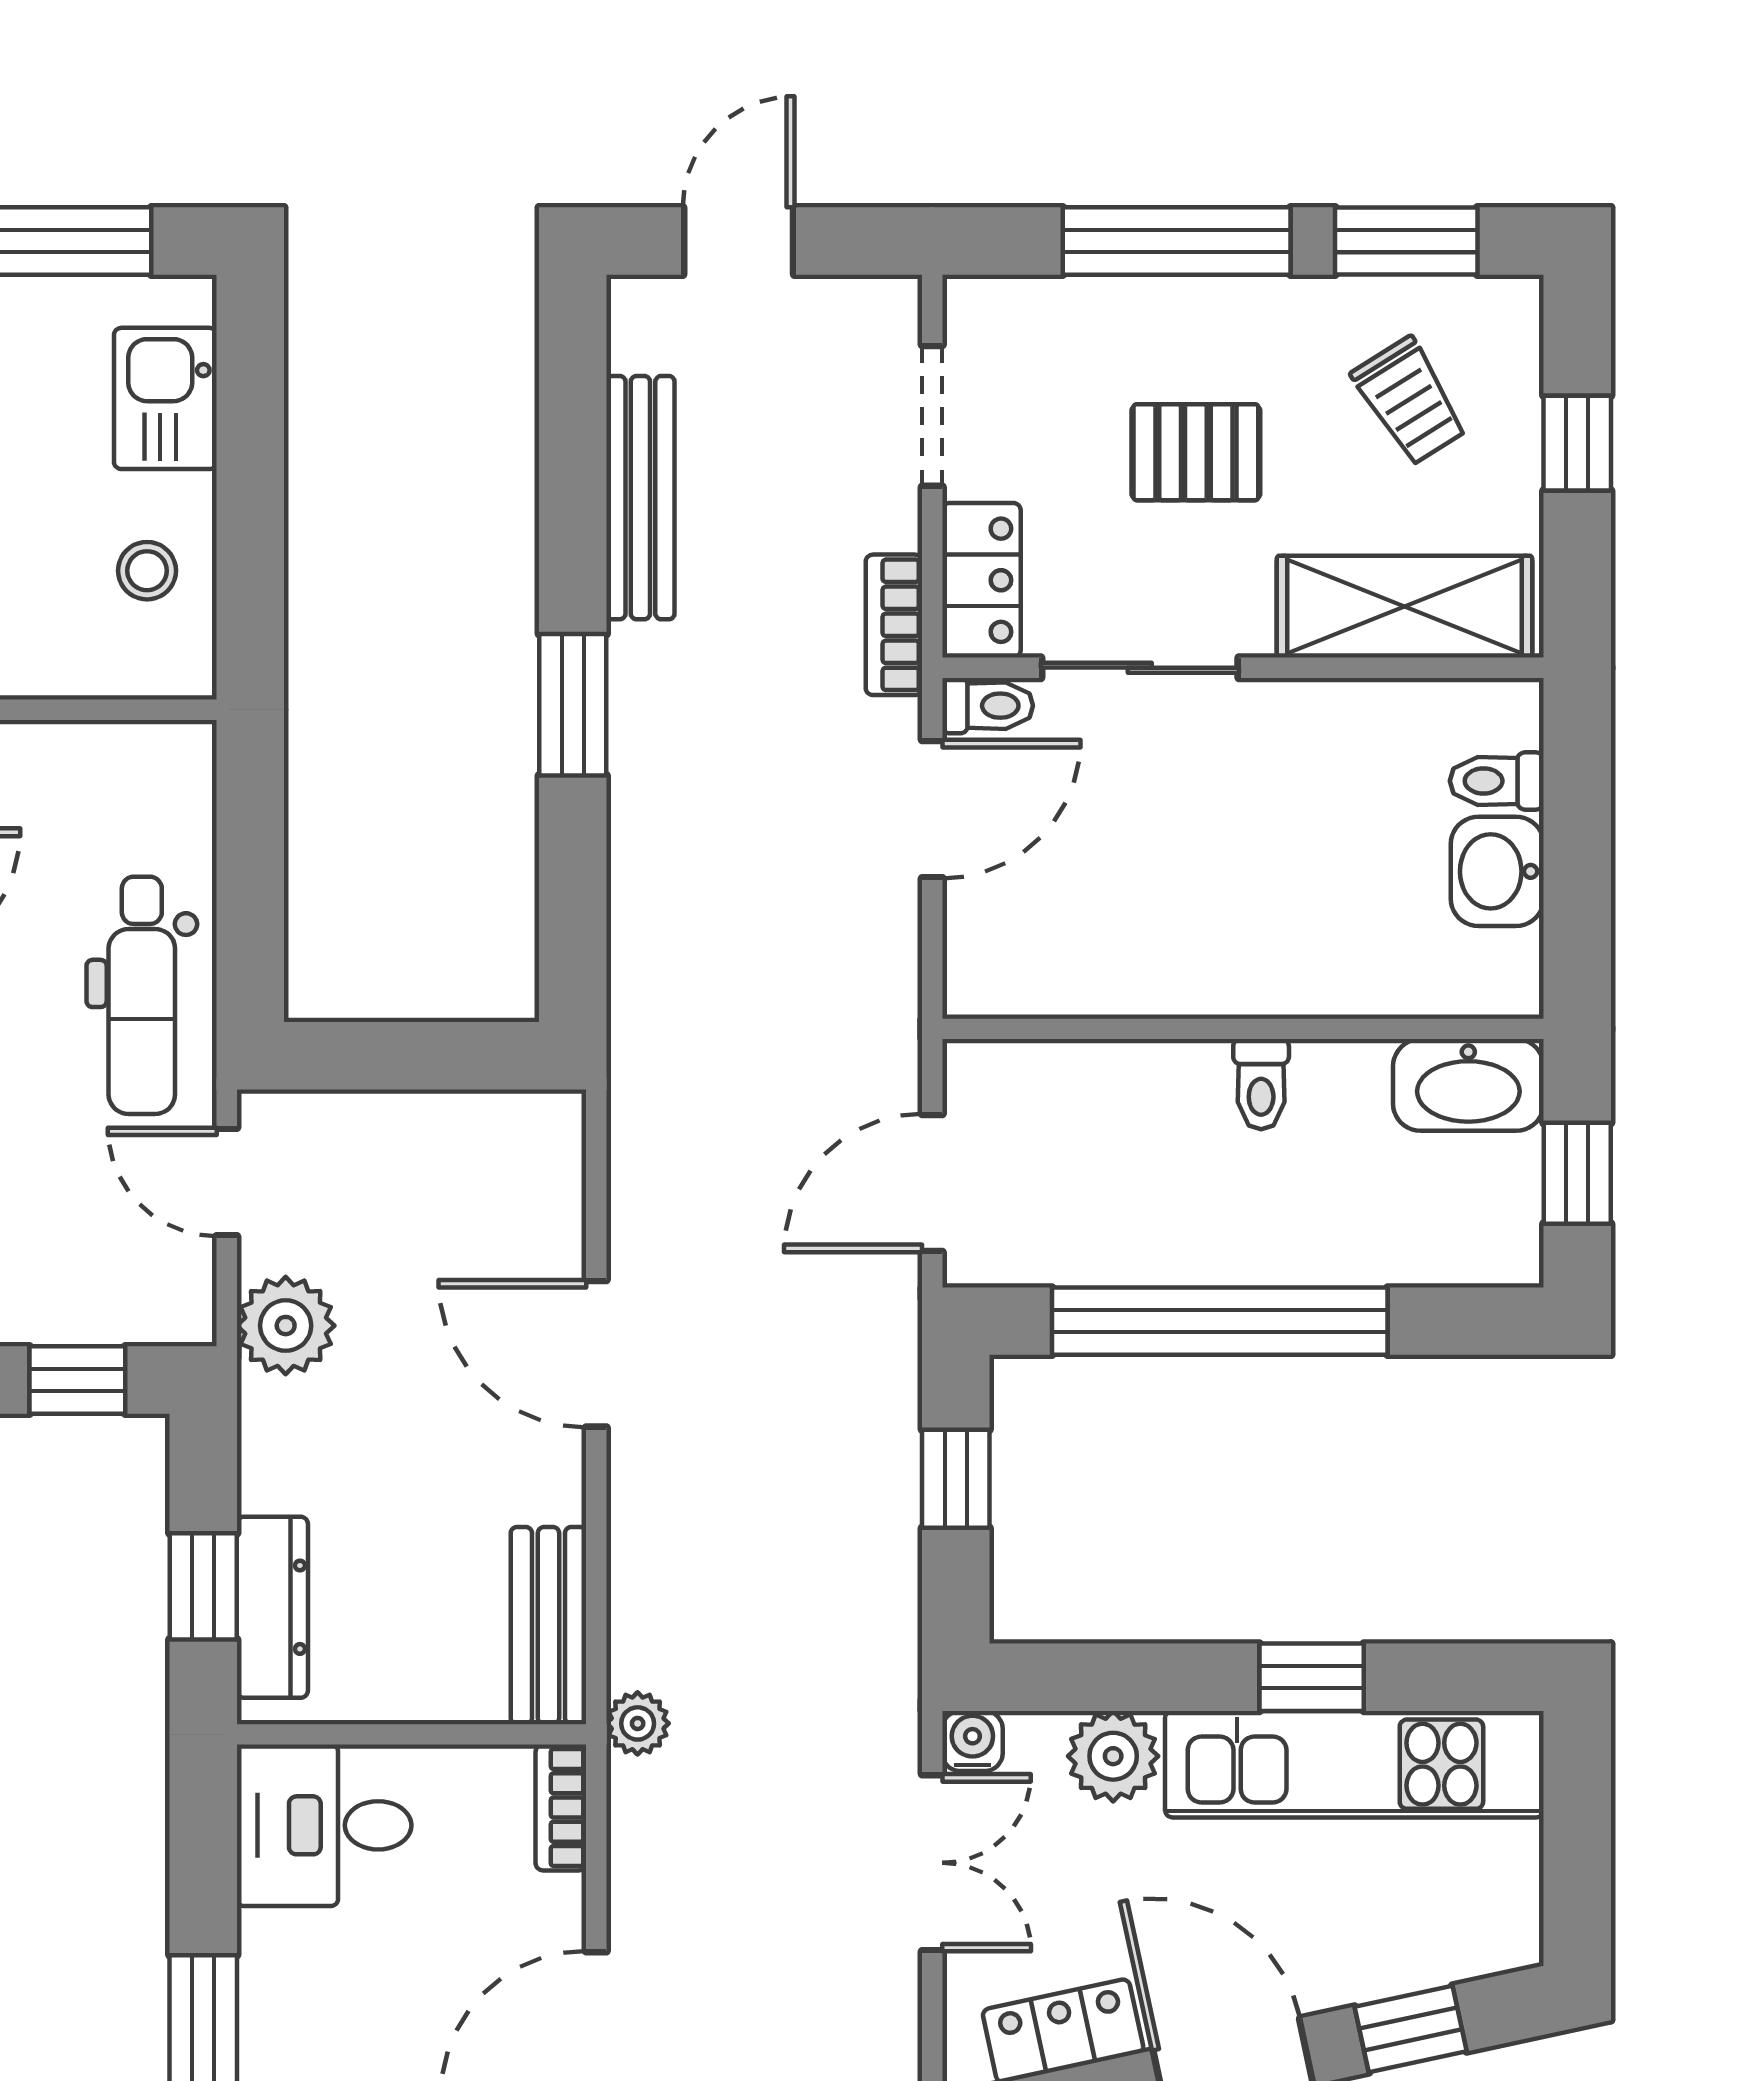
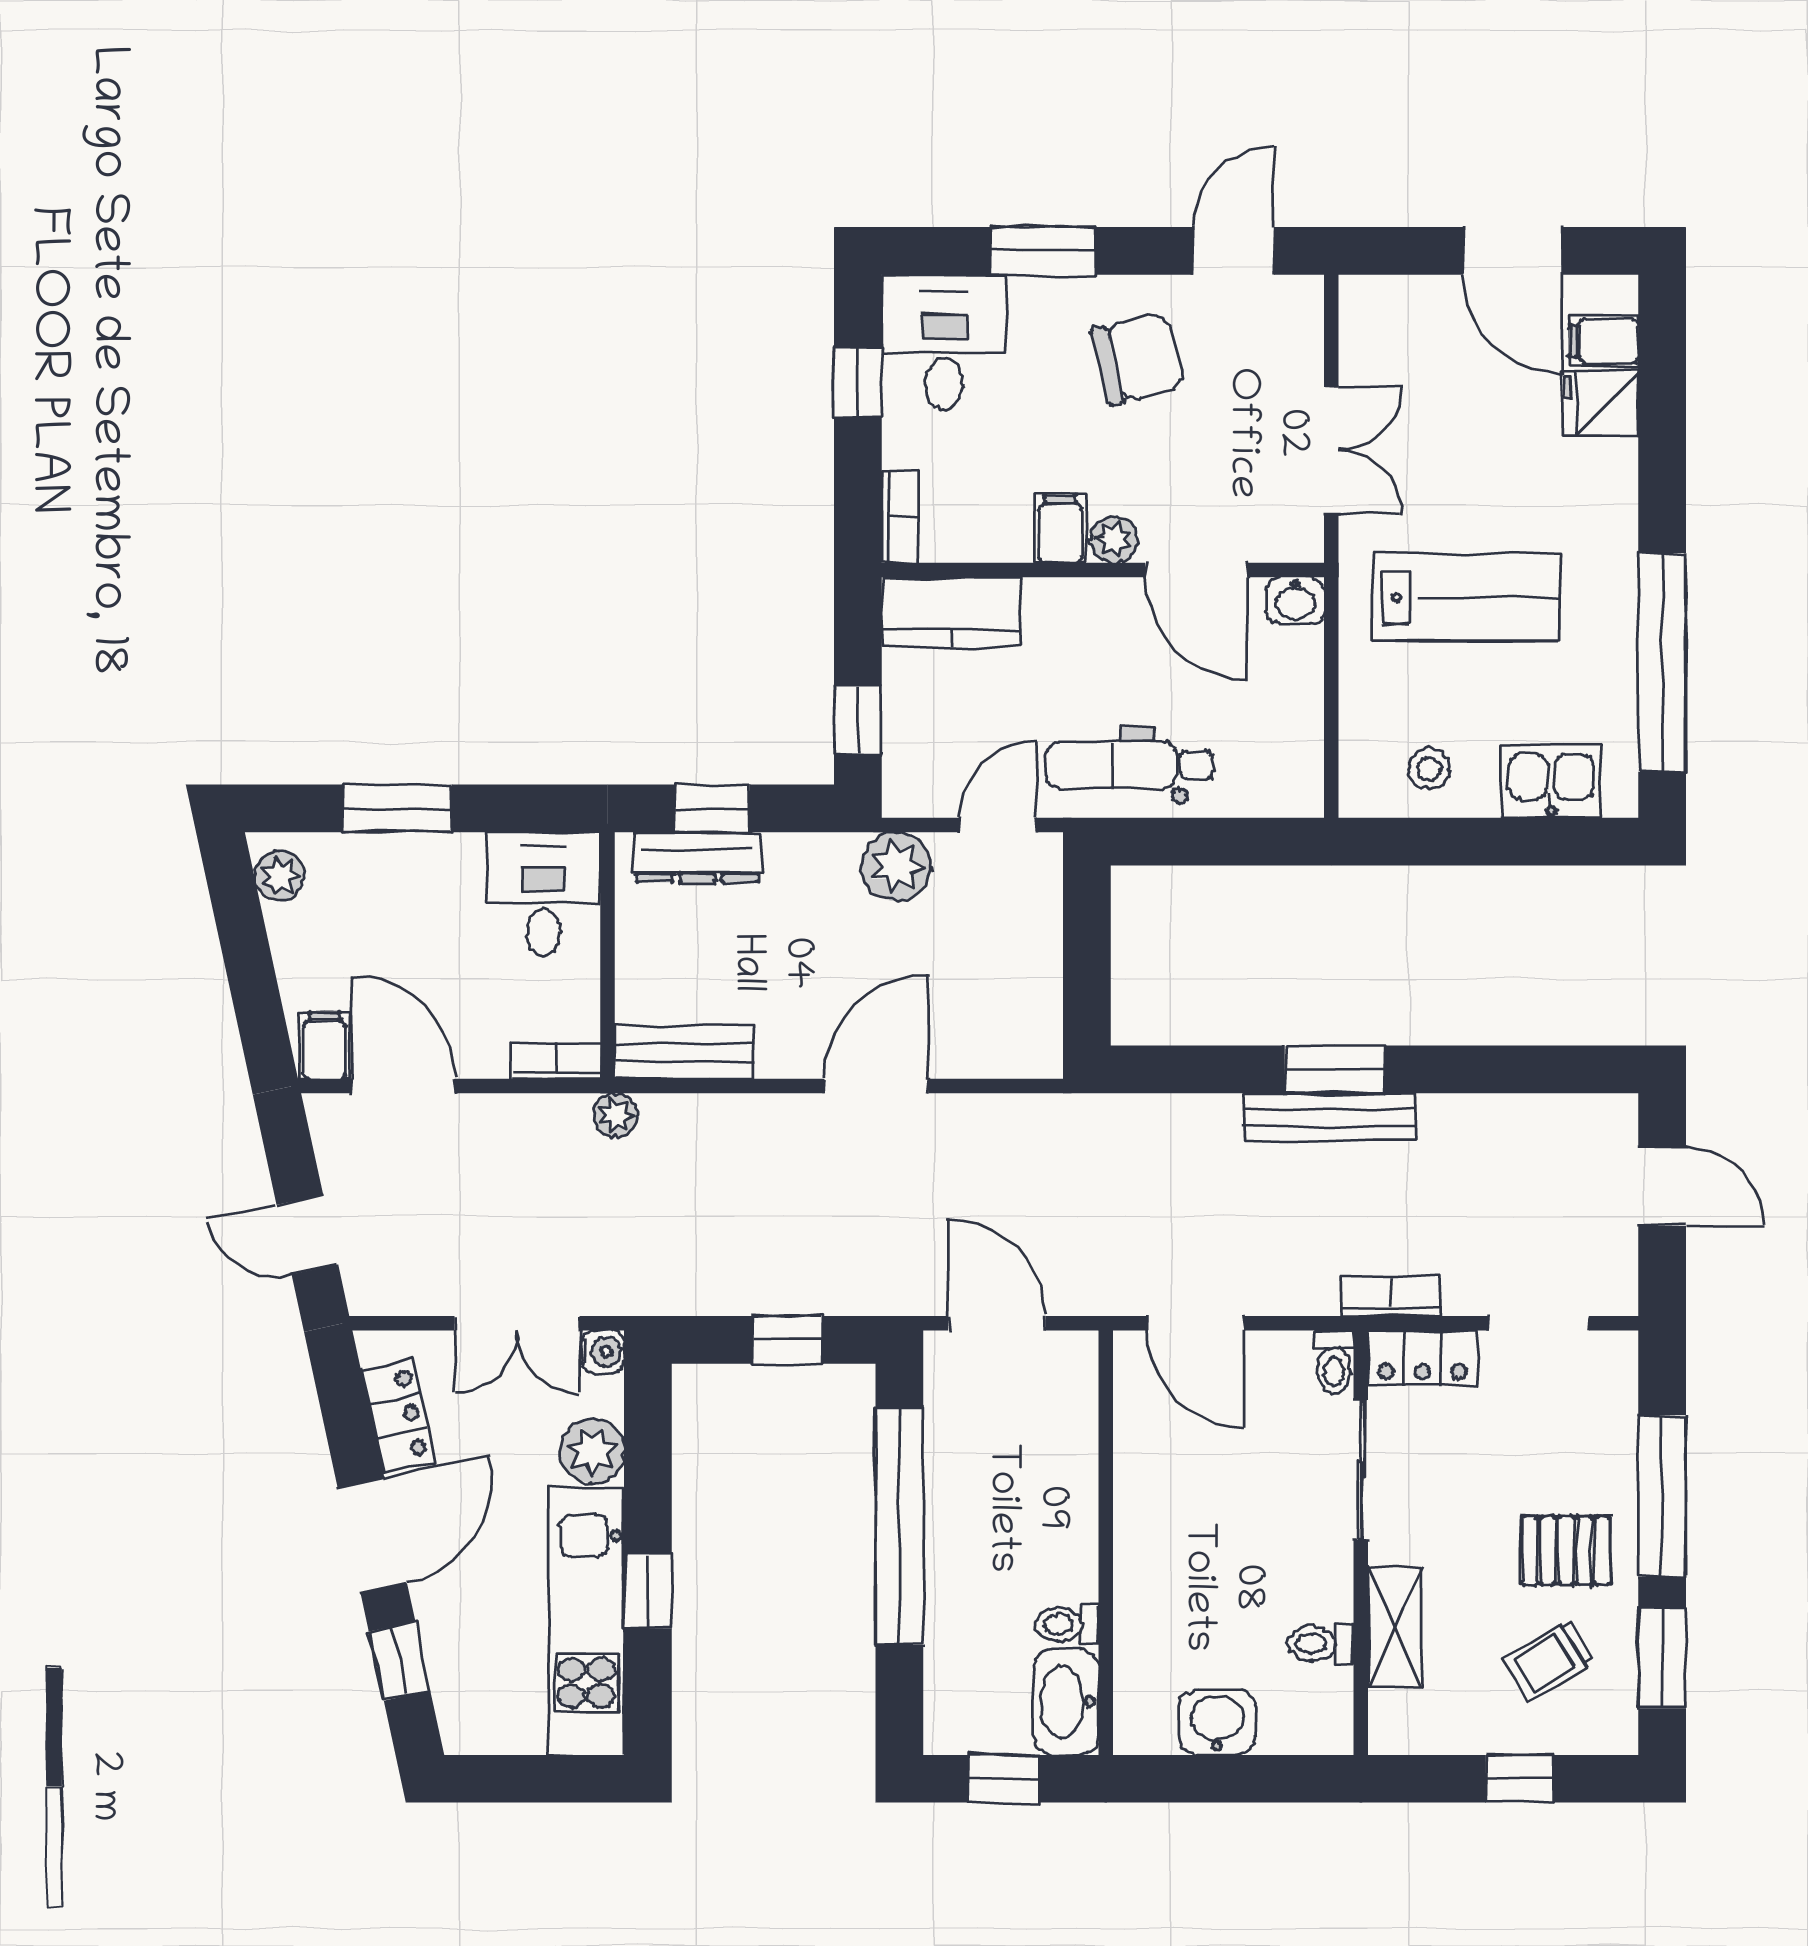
pallet: (1196, 452) -> (1566, 1550), moved, turned 90
bench: (640, 498) -> (1329, 1117), moved
shelving: (1405, 607) -> (1395, 1627), width x0.67, depth x0.75
toilet: (1497, 781) -> (1321, 1643), moved, turned -90
door: (932, 809) -> (1195, 1323), moved
toilet: (1261, 1084) -> (1067, 1624), moved

